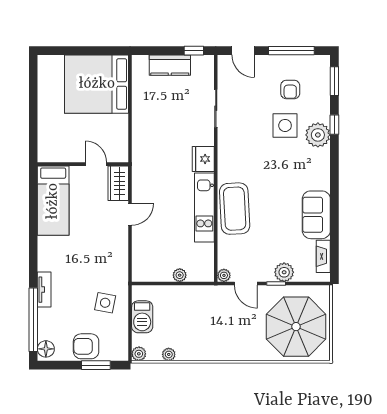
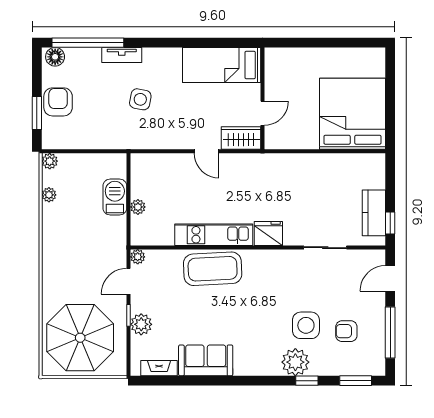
kitchen counter: (170, 65) -> (374, 213), moved
side table: (105, 303) -> (140, 99), moved
barbecue: (142, 317) -> (115, 197), moved, turned 90

